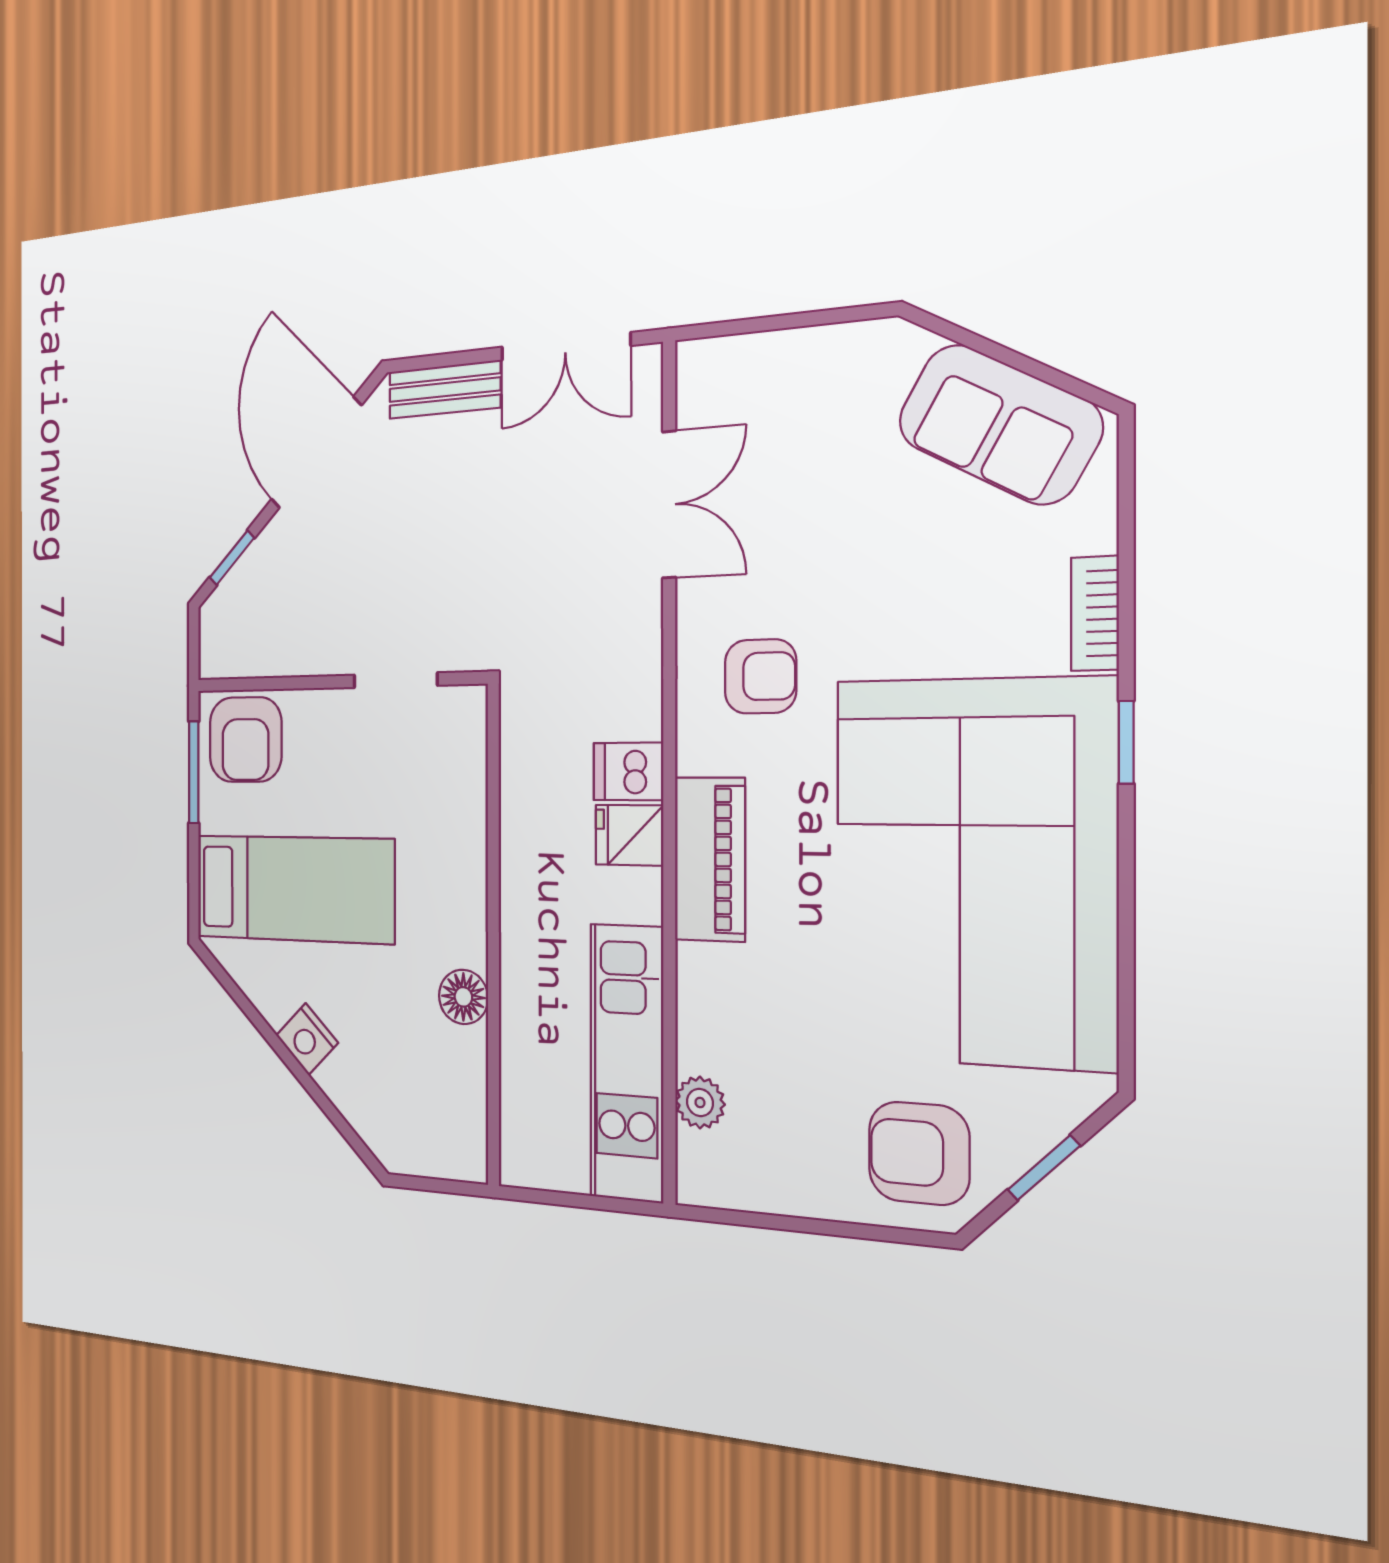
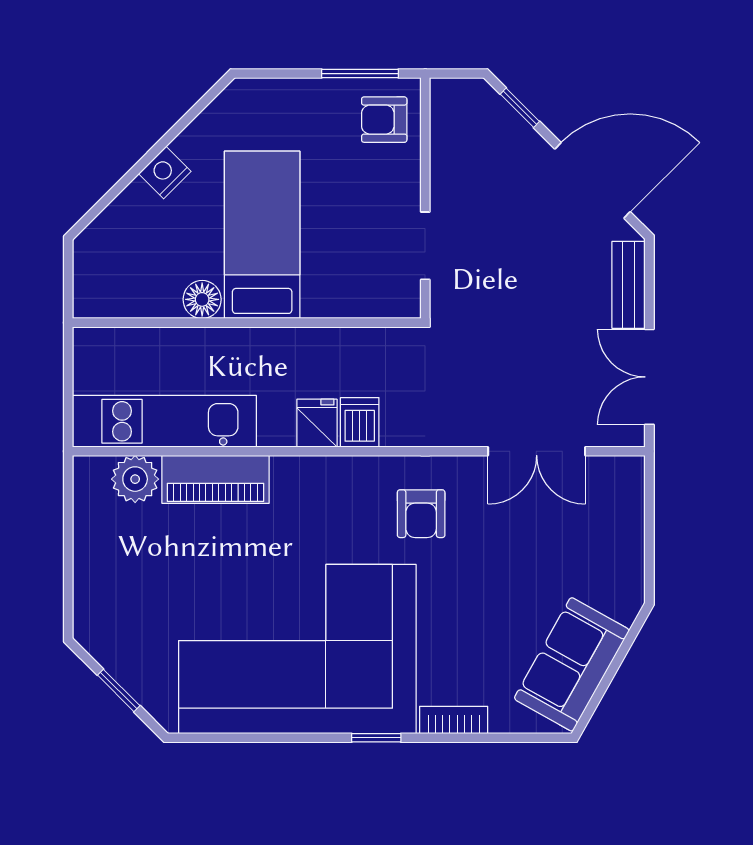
armchair: (245, 739) -> (384, 120), width x0.72, depth x0.72
piano: (710, 859) -> (216, 479), moved
bed: (294, 889) -> (262, 235), moved, turned 180
plant: (700, 1103) -> (135, 479), width x1.38, depth x1.38
armchair: (919, 1153) -> (121, 616), removed

